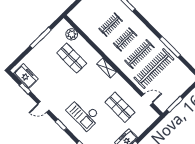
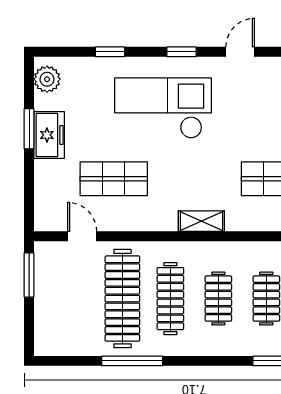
door: (147, 100) -> (82, 236), swing flipped
checkout: (84, 114) -> (163, 108), width x1.36, depth x1.21

